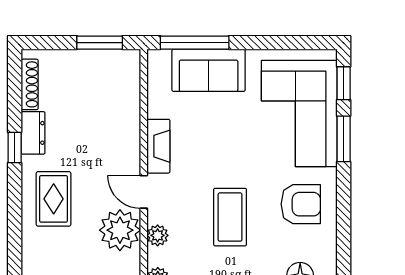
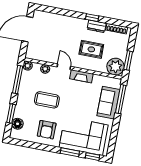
door: (144, 192) -> (64, 67), hinge flipped
rug: (54, 199) -> (91, 49), moved
plant: (120, 230) -> (115, 67), moved

